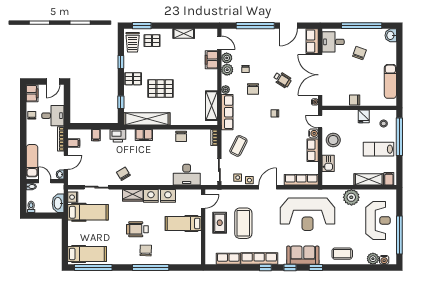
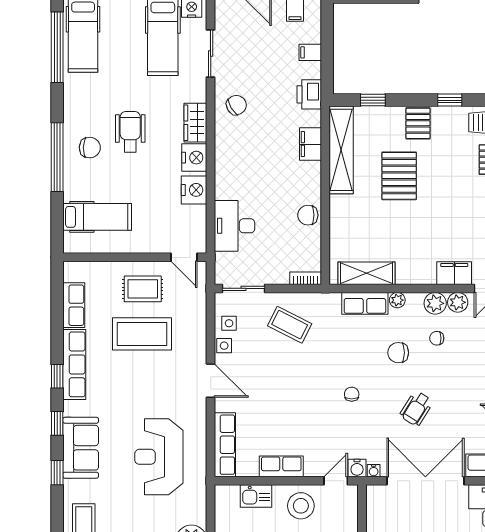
row of seats: (227, 112) -> (365, 303), width x0.68
water cooler: (313, 133) -> (357, 468), moved
reception desk: (308, 214) -> (159, 457), width x0.74, depth x0.77
hospital bed: (183, 223) -> (97, 217), moved, turned 90

